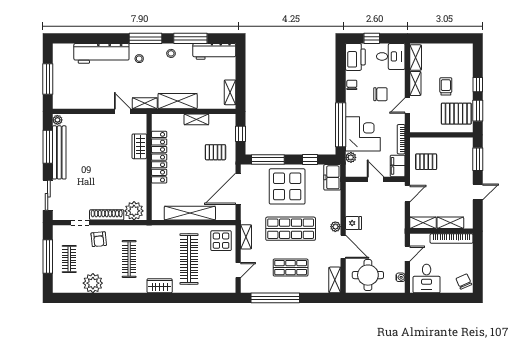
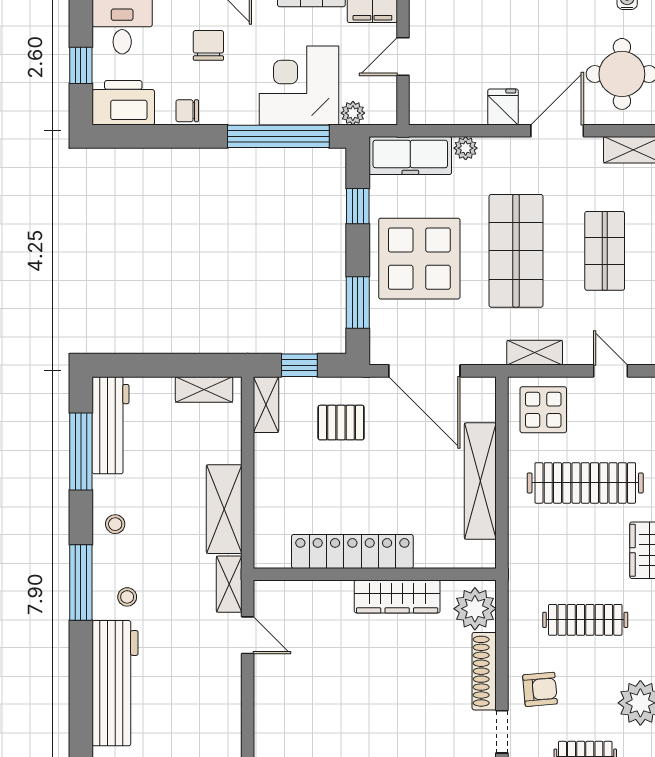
window: (190, 38) -> (81, 451), moved
door: (122, 111) -> (248, 635), swing flipped
shelving: (196, 119) -> (266, 405), moved
wardrobe: (139, 146) -> (397, 596), moved, width x1.50
pallet: (215, 152) -> (341, 423), turned 90
window: (268, 160) -> (358, 303), width x0.69
freezer: (332, 177) -> (410, 156), width x1.40
plant: (335, 227) -> (466, 148), moved

